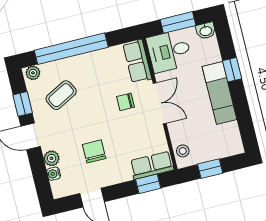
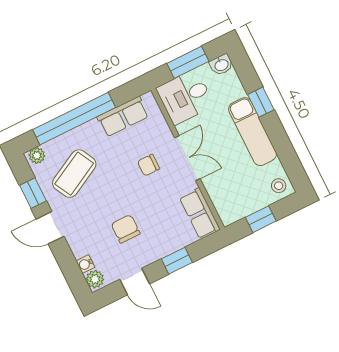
row of seats: (137, 61) -> (123, 117), moved, turned -90
coffee table: (61, 95) -> (74, 174), width x1.36, depth x1.30
stool: (183, 151) -> (279, 186), moved
plant: (51, 158) -> (95, 279), moved
row of seats: (152, 165) -> (200, 213), moved, turned -90
window: (148, 184) -> (177, 261), moved

